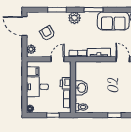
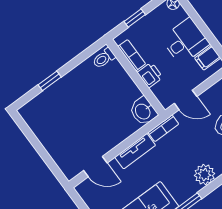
door: (58, 59) -> (186, 100), hinge flipped
washbasin: (81, 88) -> (143, 111), moved

